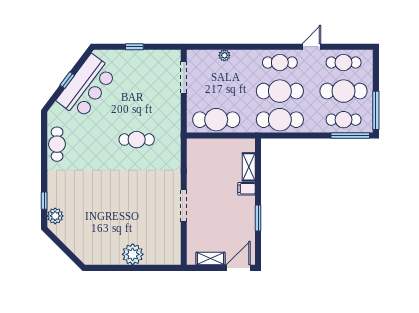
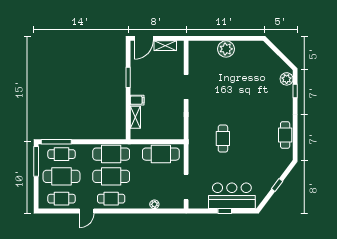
bar counter: (87, 87) -> (232, 196), moved, turned 53
cafe table: (137, 140) -> (223, 139), turned 90

